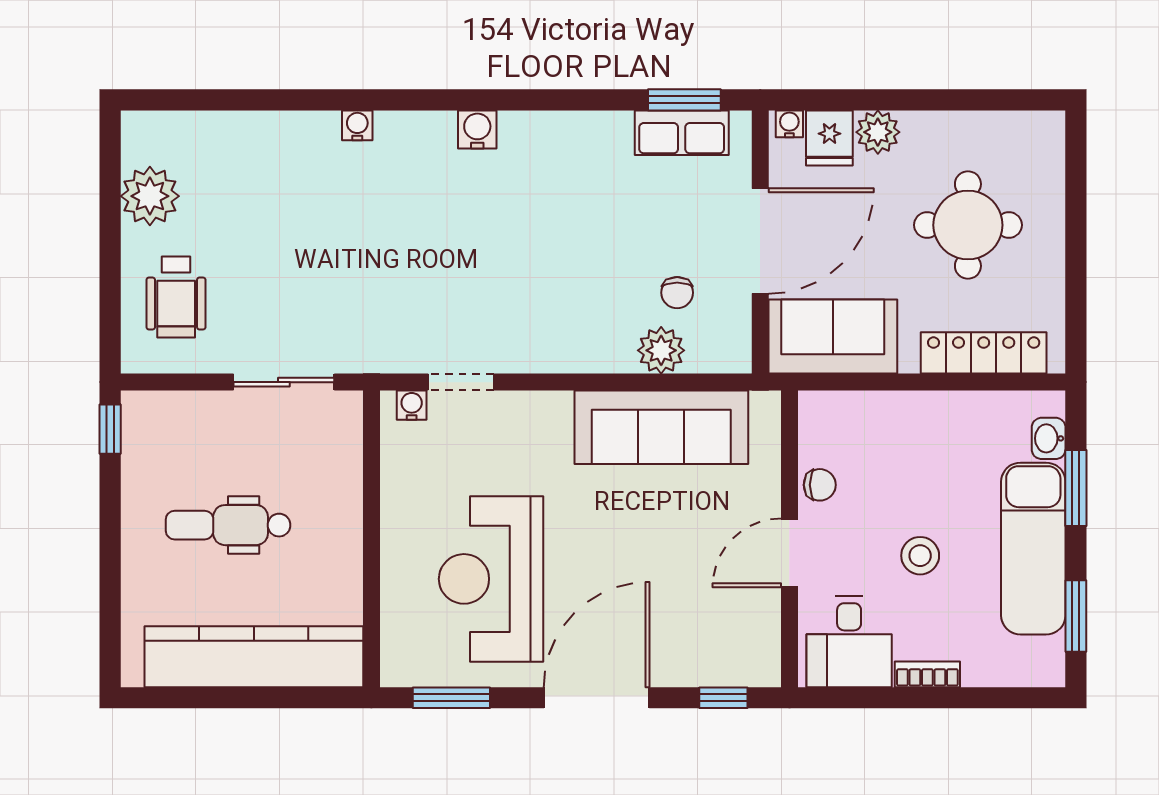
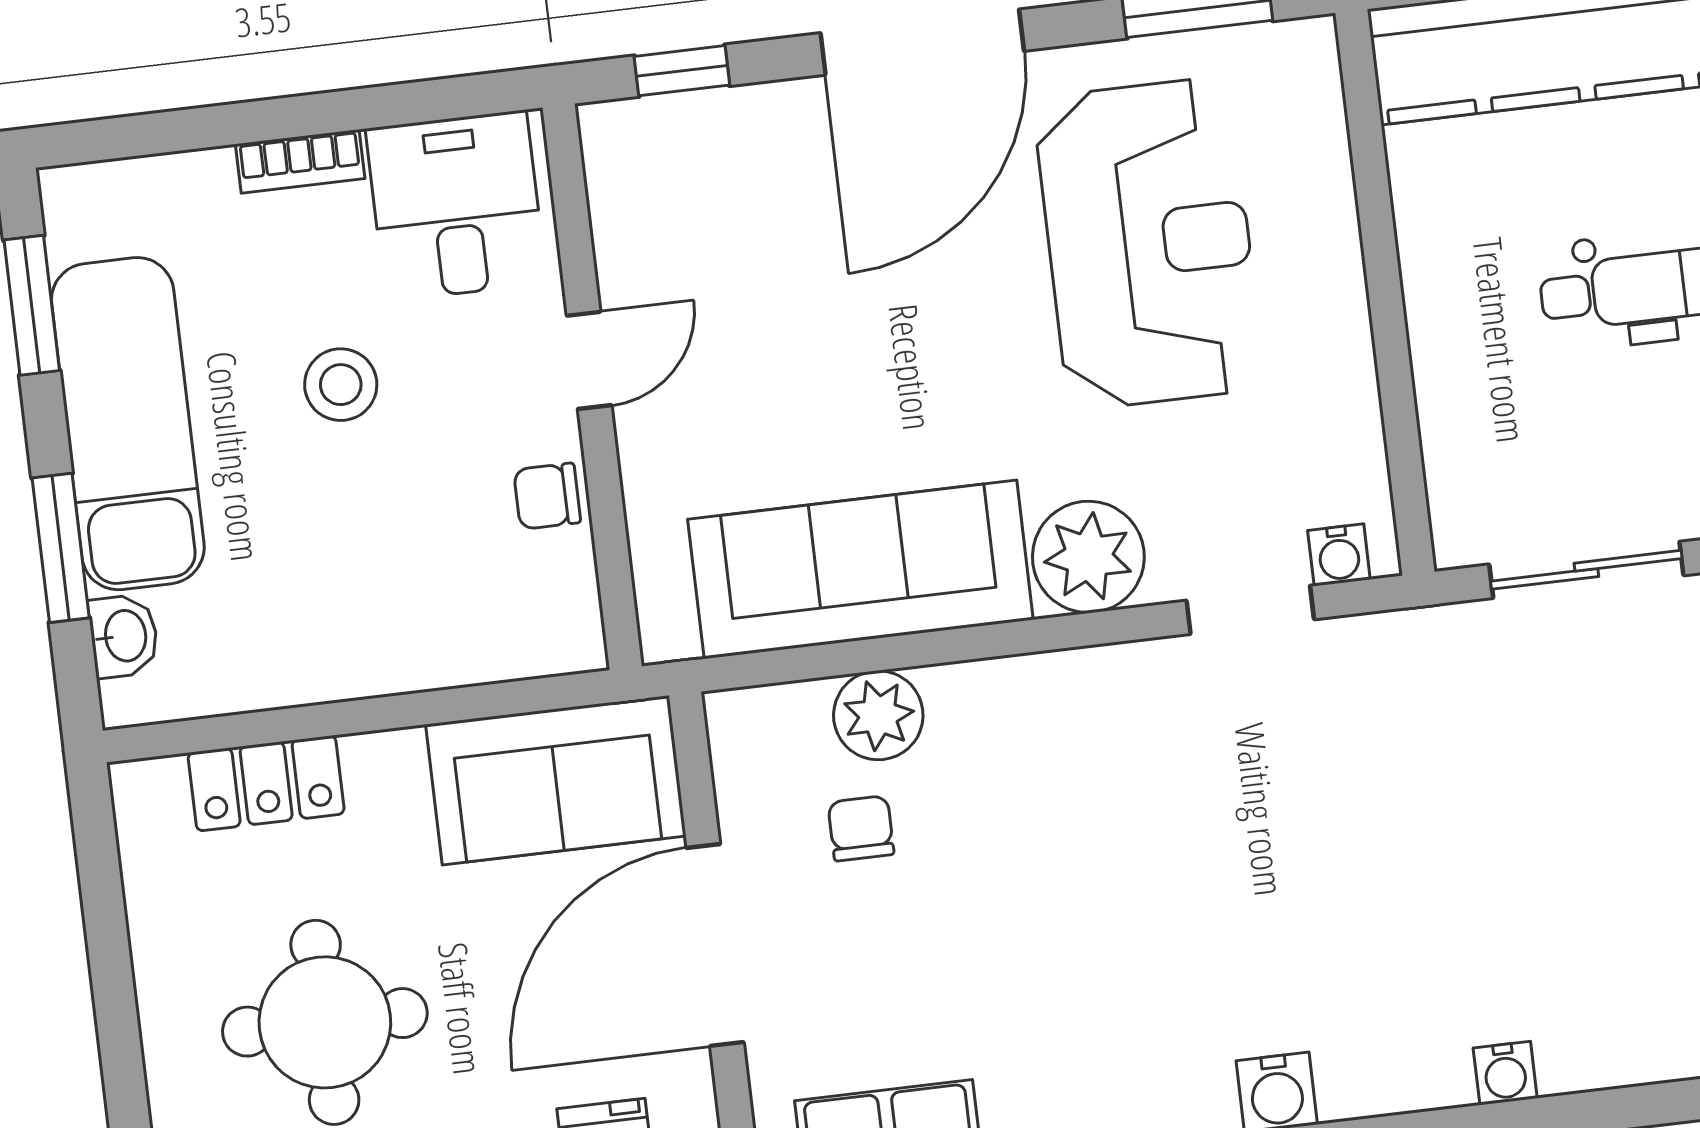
locker: (984, 353) -> (266, 783), width x0.66
plant: (542, 420) -> (1088, 557), added
door: (789, 553) -> (589, 360), width x0.73

